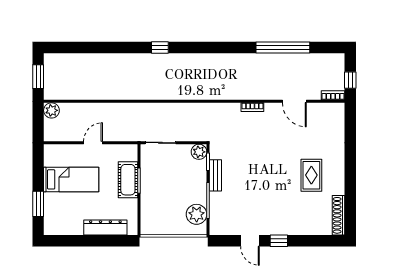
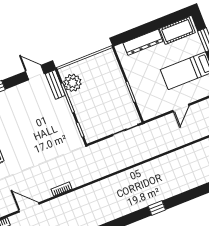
plant: (199, 152) -> (91, 135), removed
bench: (215, 175) -> (55, 85), moved
cot: (128, 180) -> (177, 31), moved, turned 90
door: (250, 241) -> (35, 73), moved

